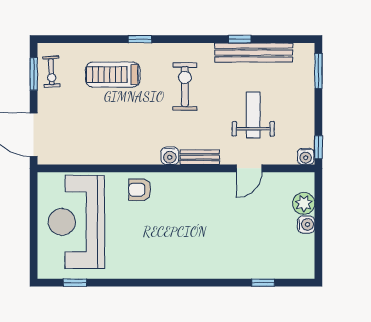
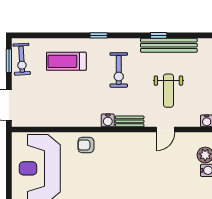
window: (140, 39) -> (99, 35), moved
exercise bike: (51, 72) -> (22, 59), width x1.38, depth x1.39
exercise bike: (185, 87) -> (119, 70), turned 180
weight bench: (253, 115) -> (168, 91), turned 180

